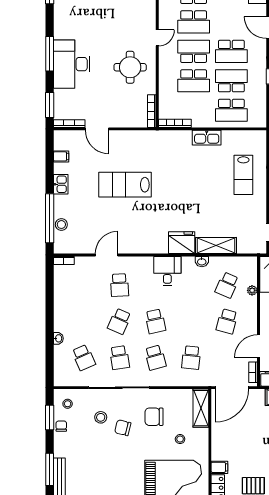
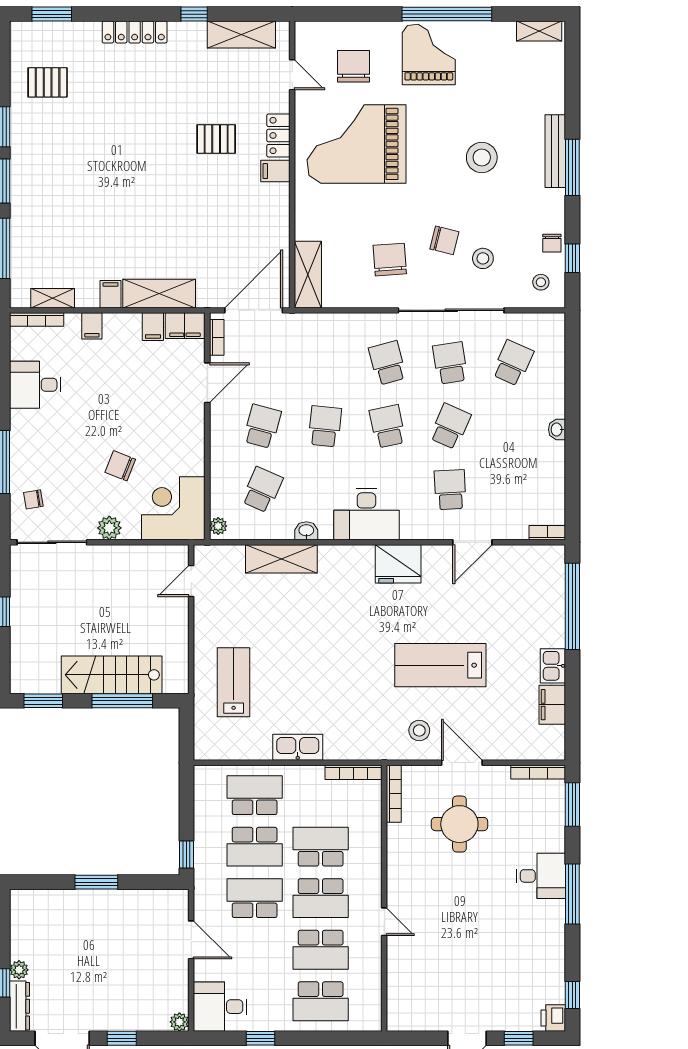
school desk: (194, 22) -> (321, 950), turned 180
door: (157, 38) -> (384, 922), swing flipped
desk: (72, 64) -> (541, 876), width x0.53, depth x0.77
round table: (130, 67) -> (459, 824), moved
door: (97, 129) -> (462, 763), moved
filing cabinet: (61, 156) -> (552, 705), width x2.00
lab bench: (125, 185) -> (440, 665), turned 180
stool: (61, 225) -> (419, 730), moved
fridge: (182, 243) -> (398, 564), moved
desk: (167, 271) -> (366, 514), width x1.37
plant: (252, 290) -> (218, 526), moved
washbasin: (58, 338) -> (557, 429), moved
school desk: (84, 358) -> (513, 363), turned 48
school desk: (191, 358) -> (325, 426), moved
window: (50, 417) -> (572, 258), width x0.67
chair: (154, 417) -> (390, 260), turned -94
stool: (180, 439) -> (482, 157), moved, width x1.89, depth x1.89

